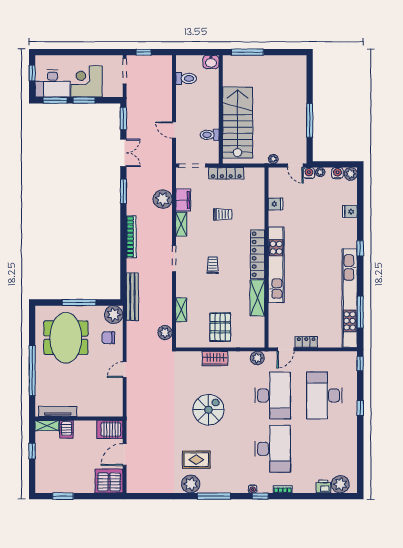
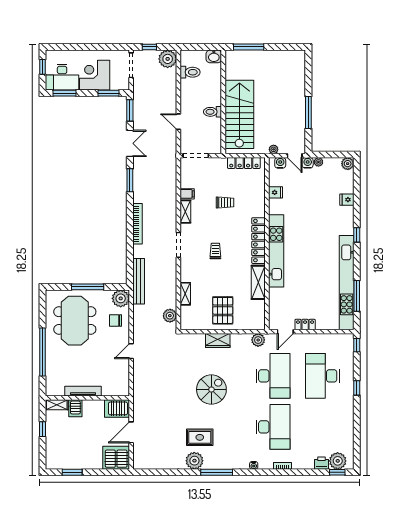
window: (84, 100) -> (109, 93), moved
toilet: (210, 135) -> (213, 112), moved
locker: (226, 173) -> (244, 163), moved
water cooler: (338, 173) -> (280, 163), moved
plant: (163, 199) -> (168, 59), moved
filing cabinet: (183, 200) -> (187, 194), width x0.50
tv unit: (58, 411) -> (83, 391), moved
window: (260, 496) -> (337, 472), moved

